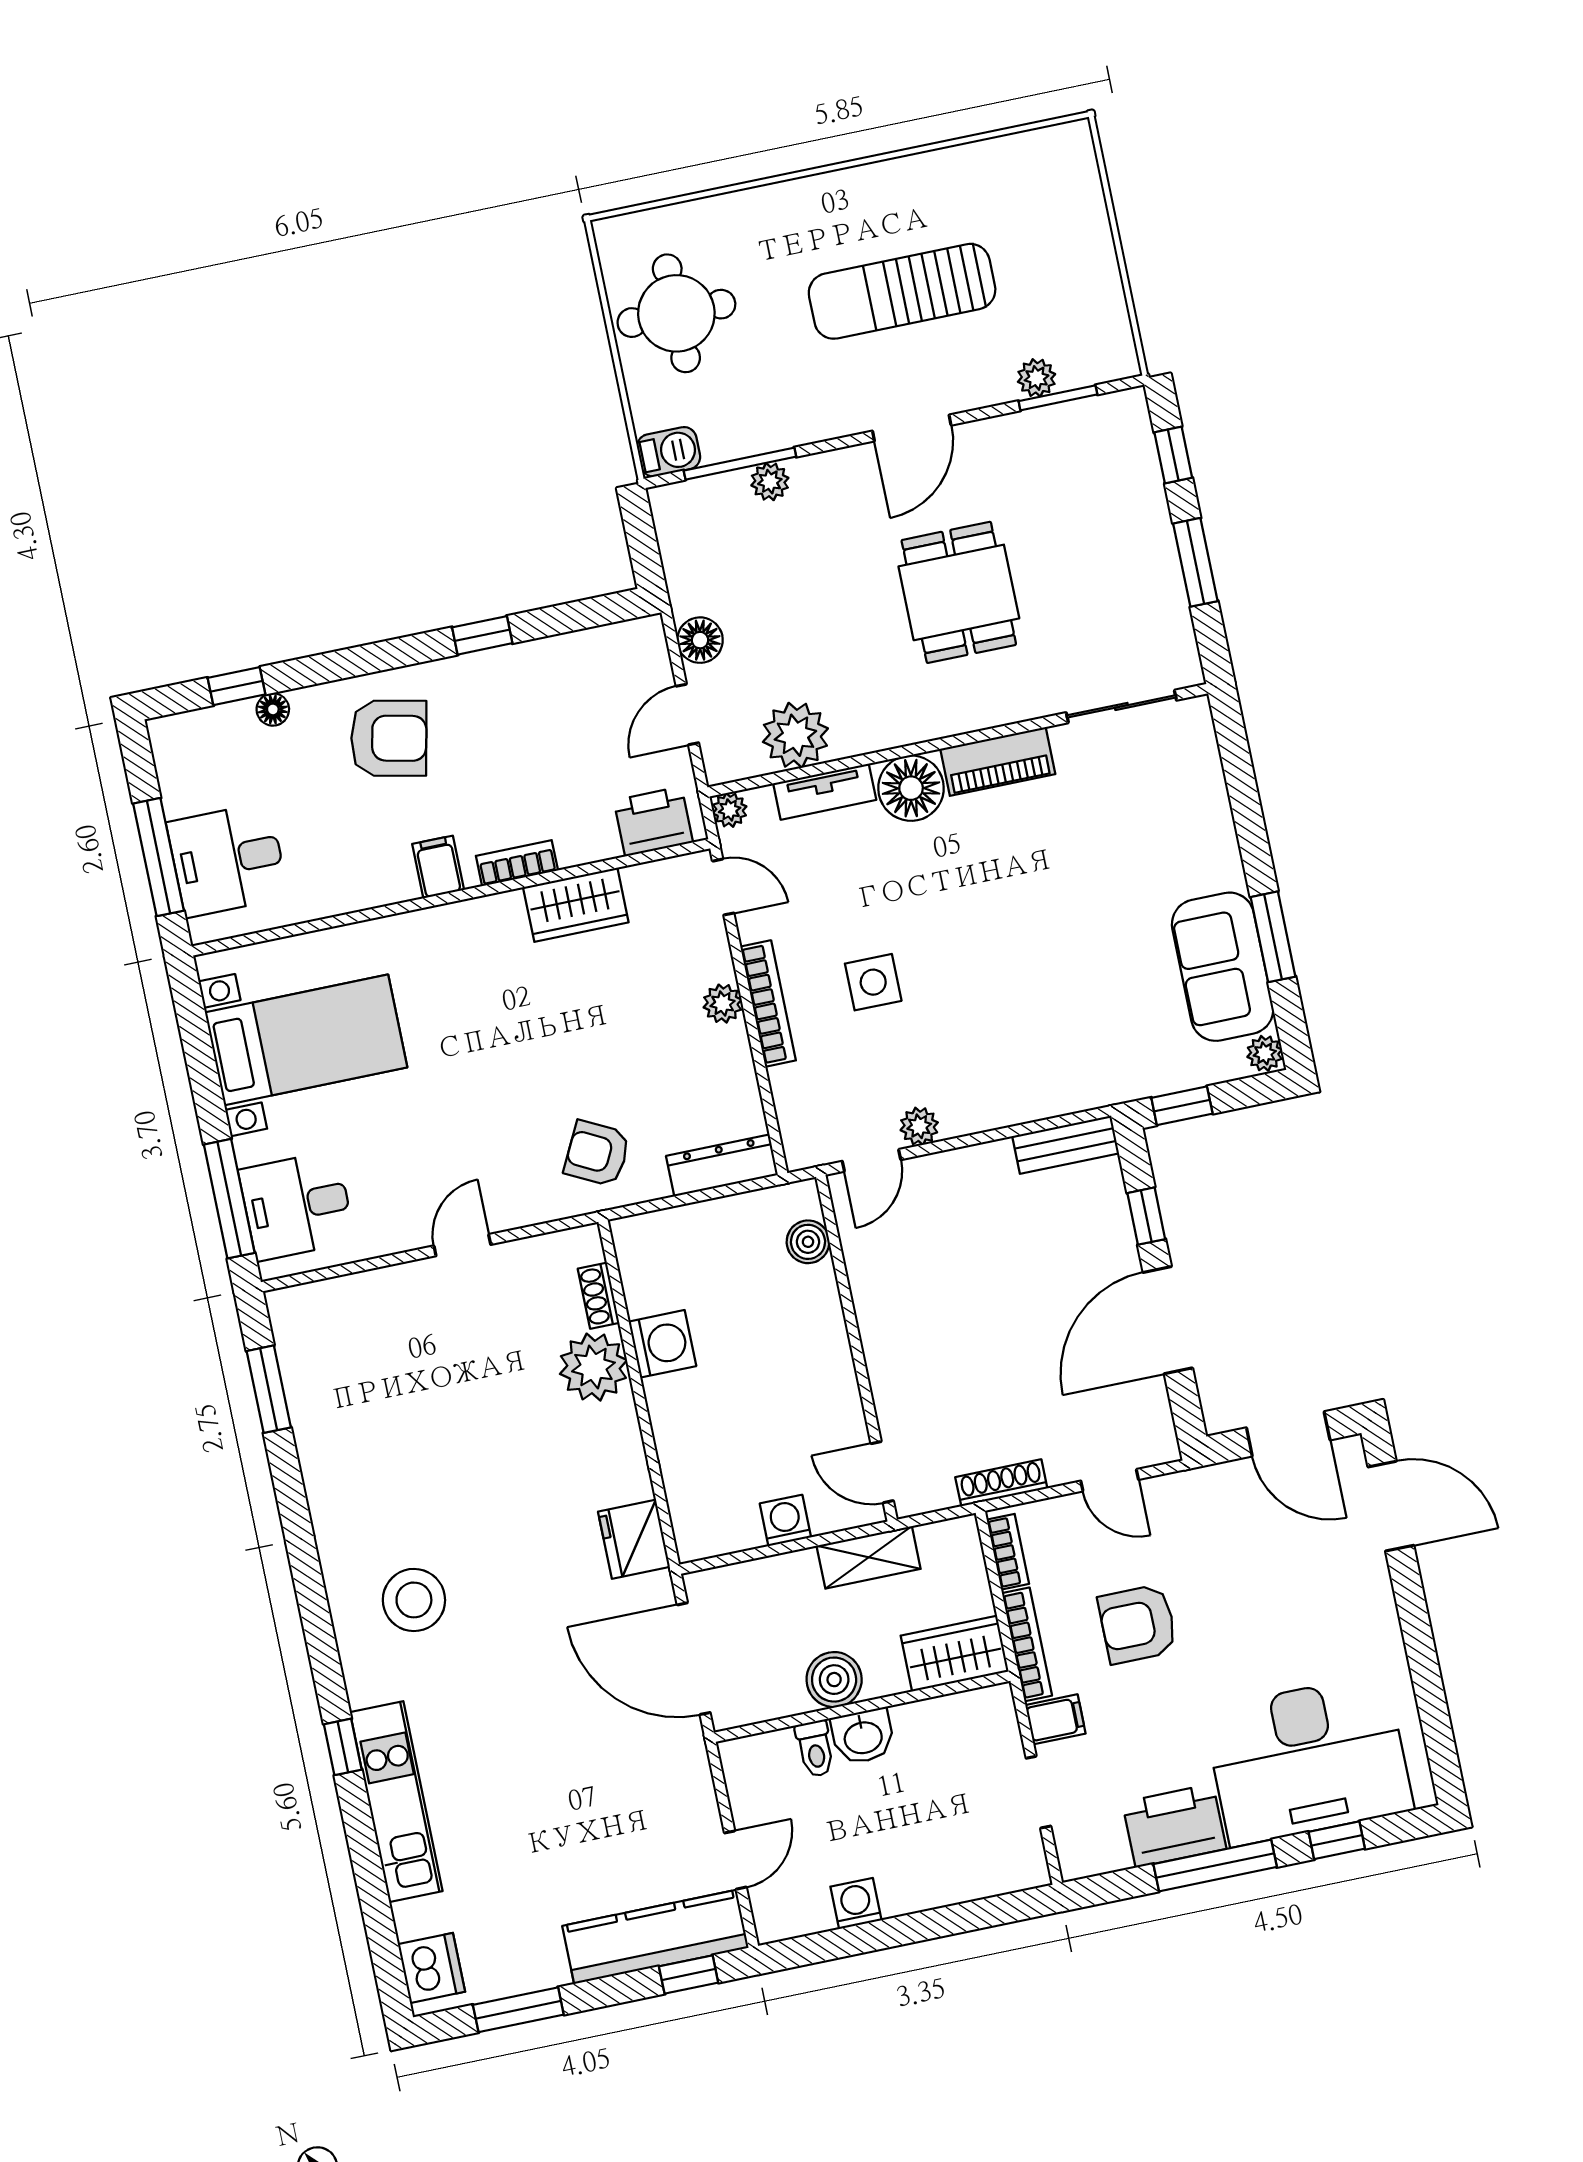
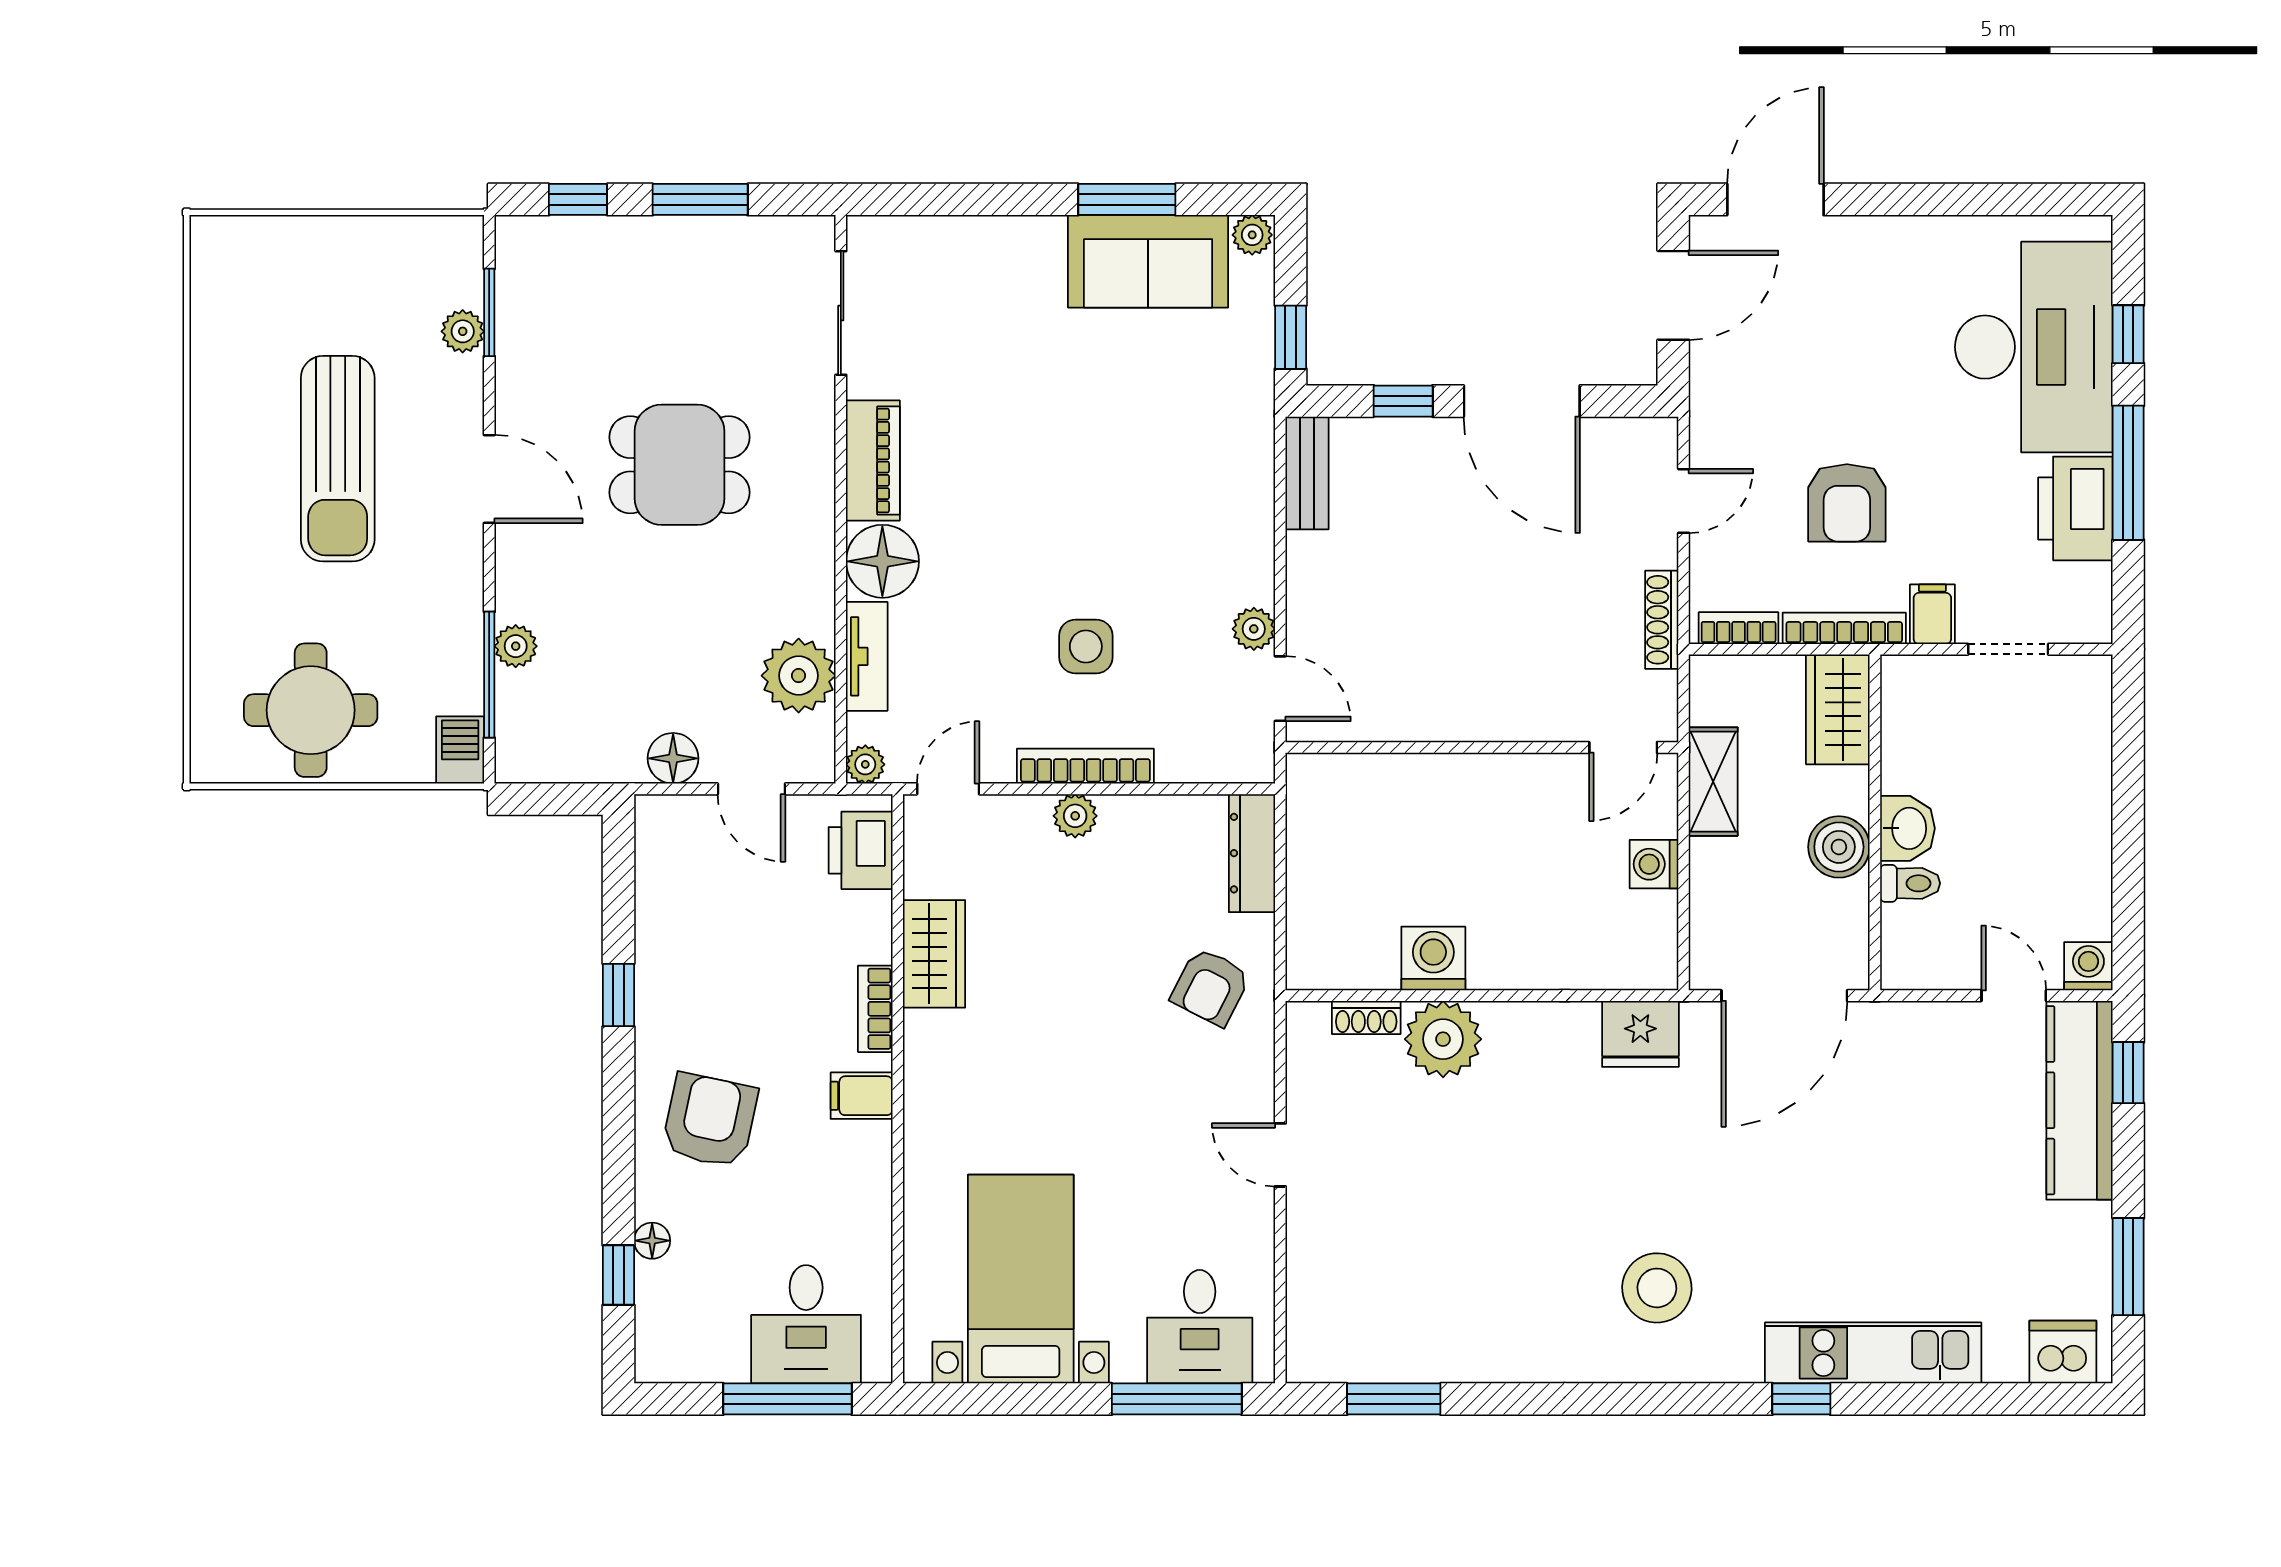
boiler: (808, 1242) -> (1355, 776), removed
washing machine: (856, 1903) -> (2088, 966), moved, turned 90

